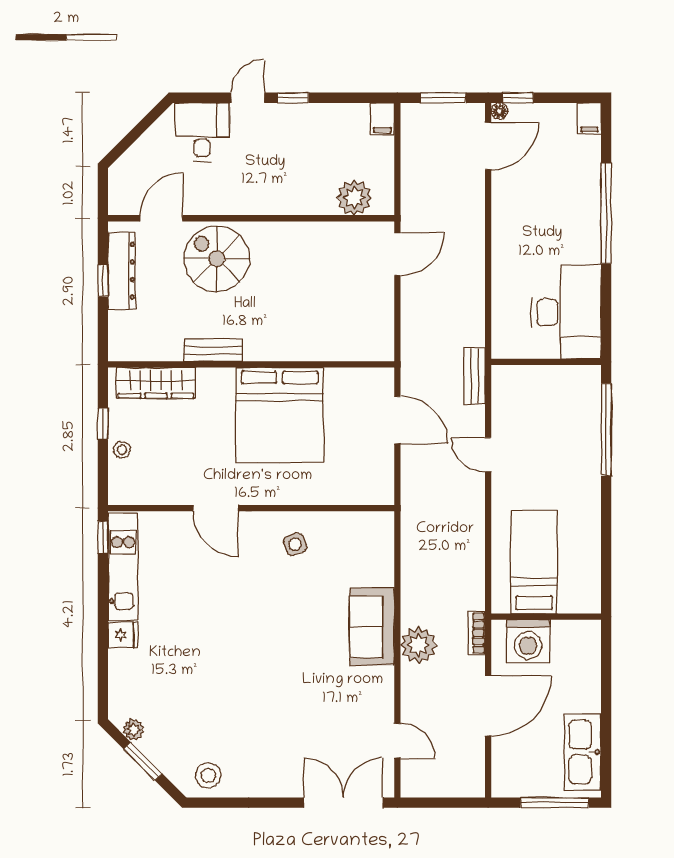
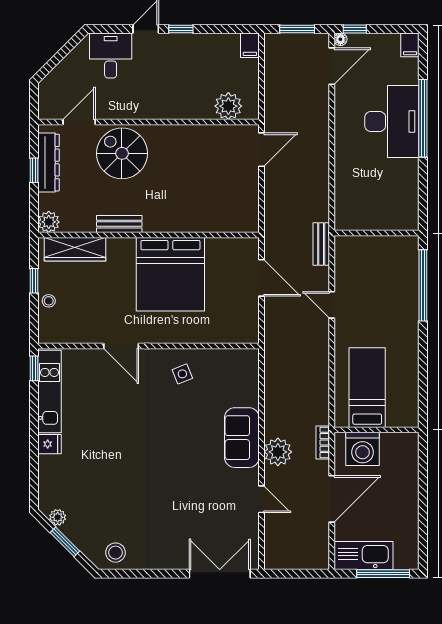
desk: (566, 312) -> (392, 121), moved
plant: (122, 347) -> (49, 222), added
door: (397, 741) -> (262, 499), moved
kitchen sink: (583, 752) -> (363, 556), moved, turned 90

